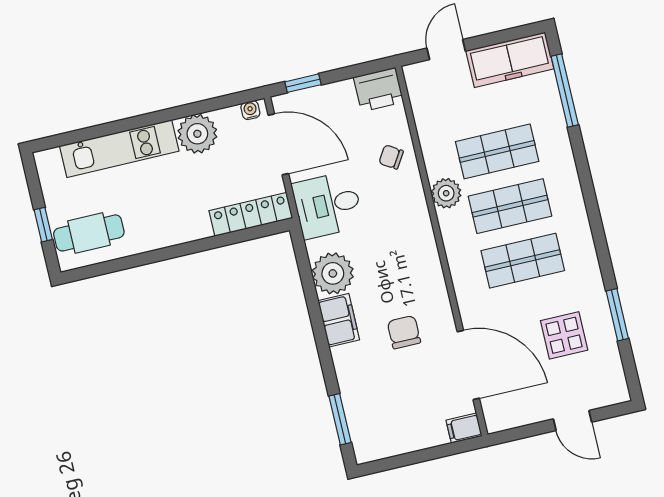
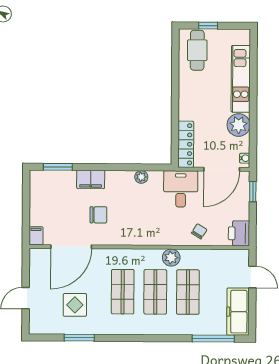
plant: (333, 273) -> (141, 177), width x0.53, depth x0.53
filing cabinet: (339, 320) -> (91, 179), moved

